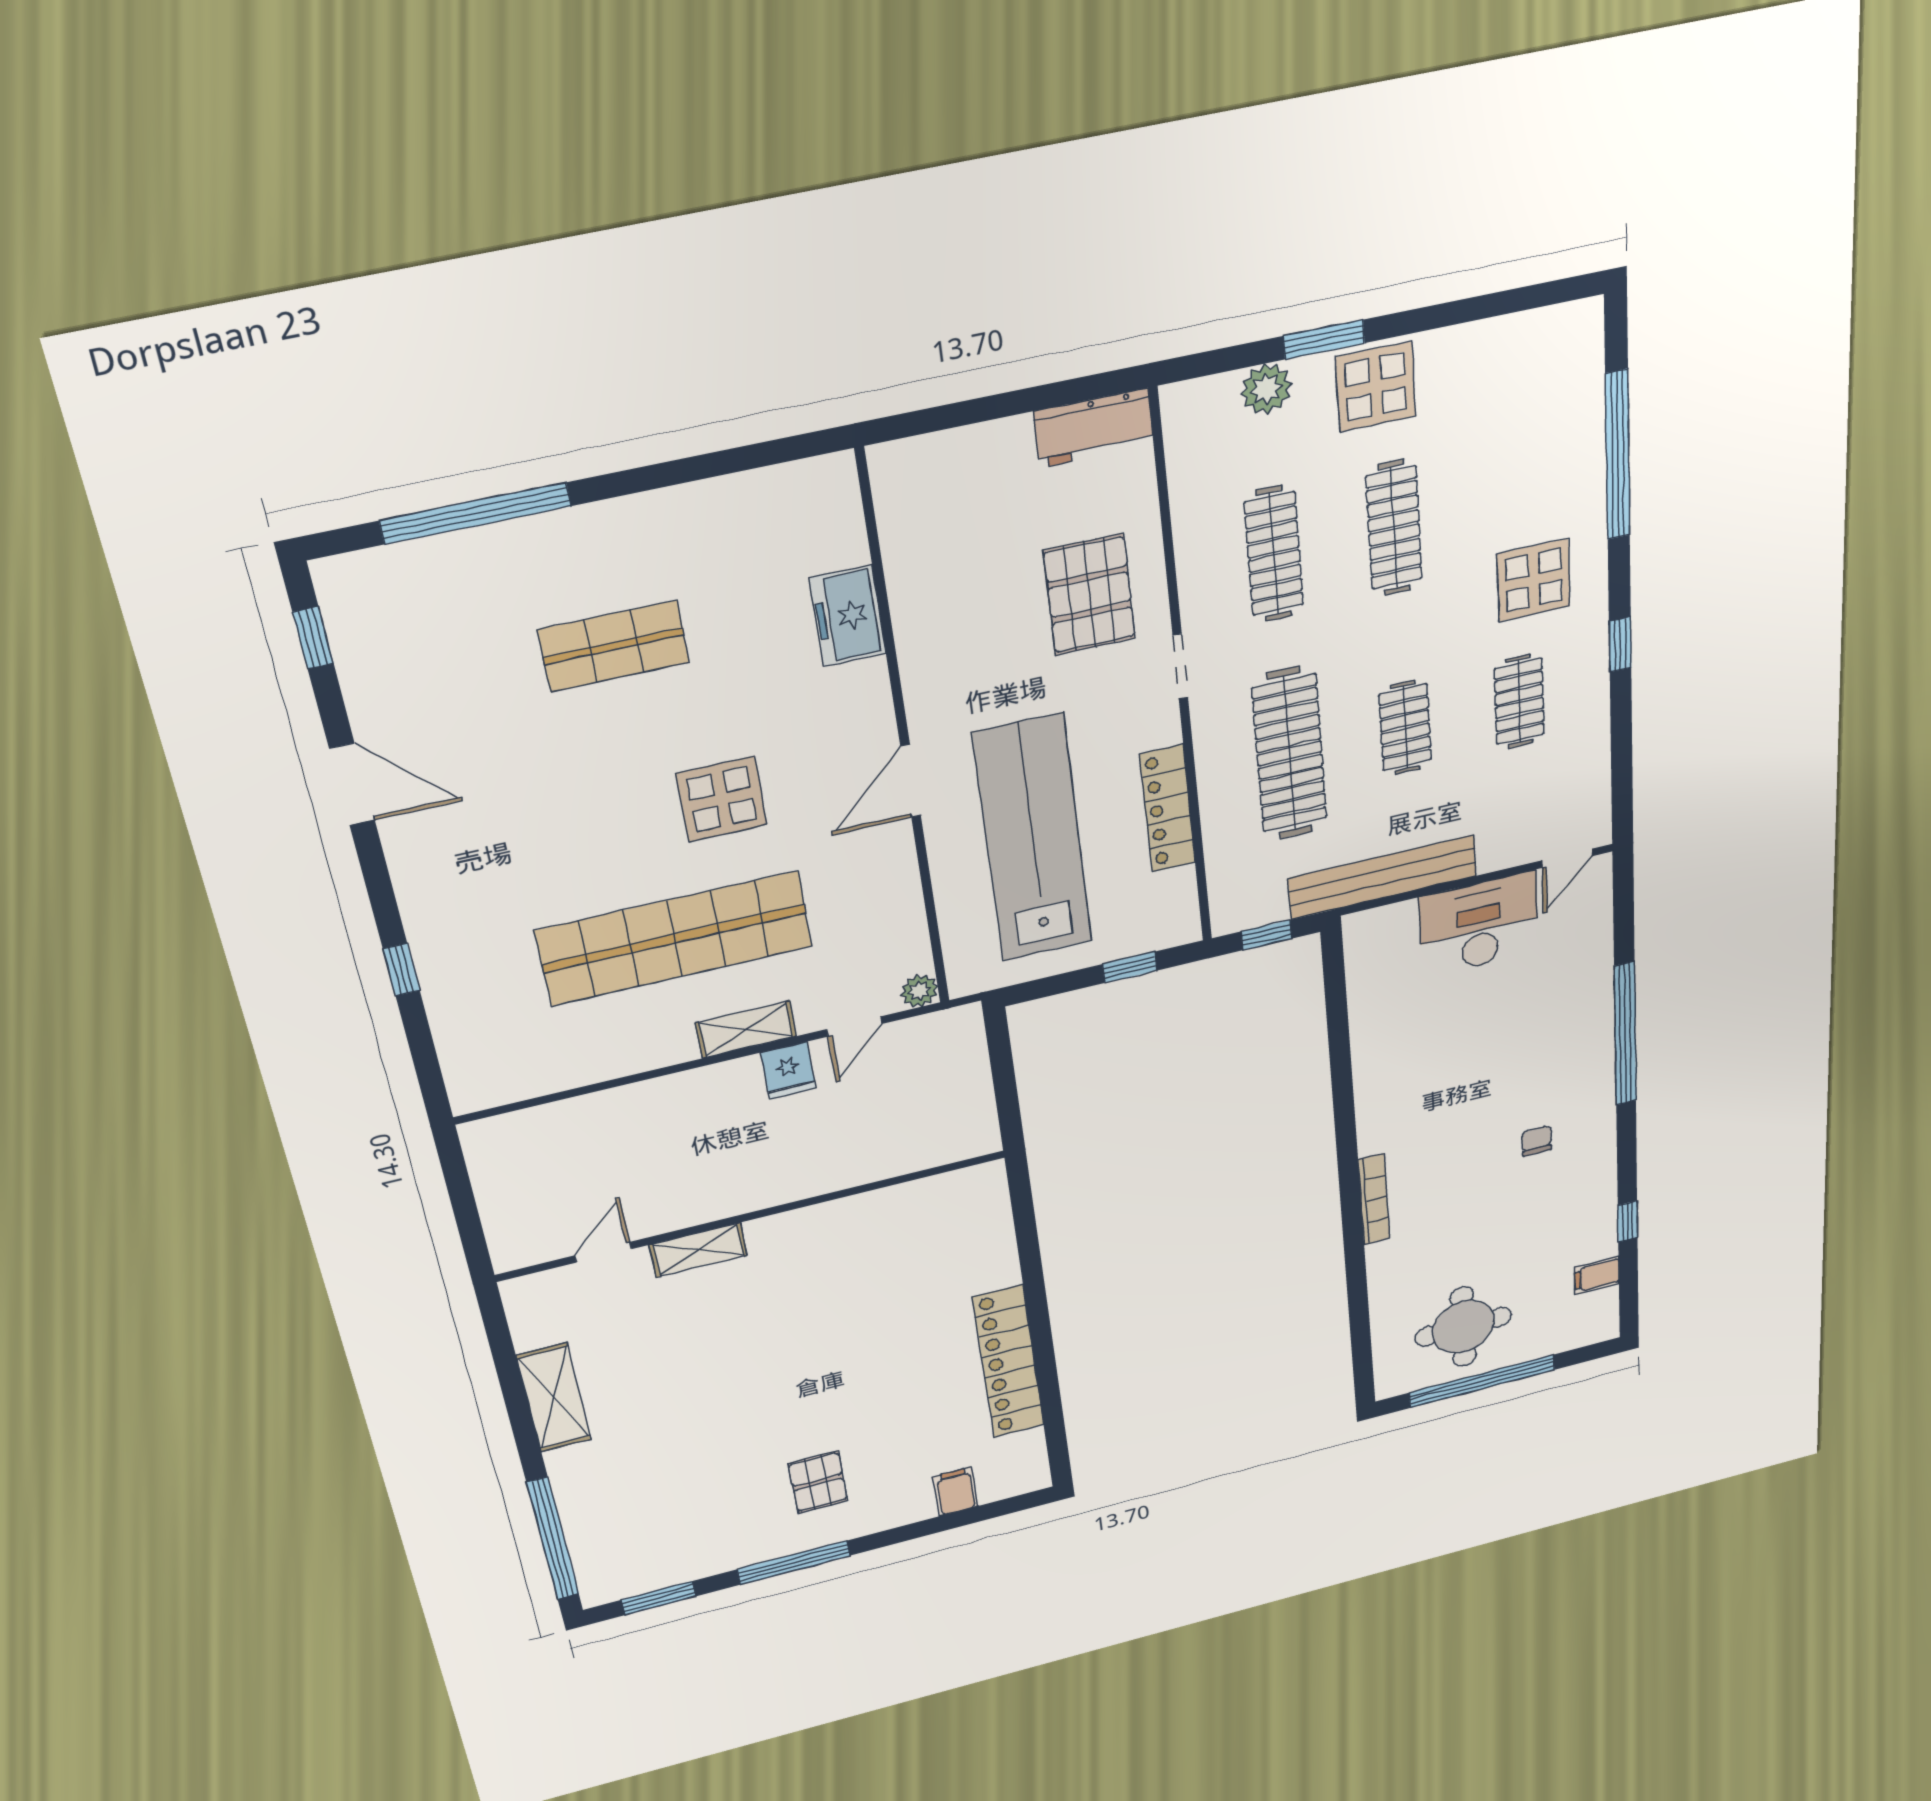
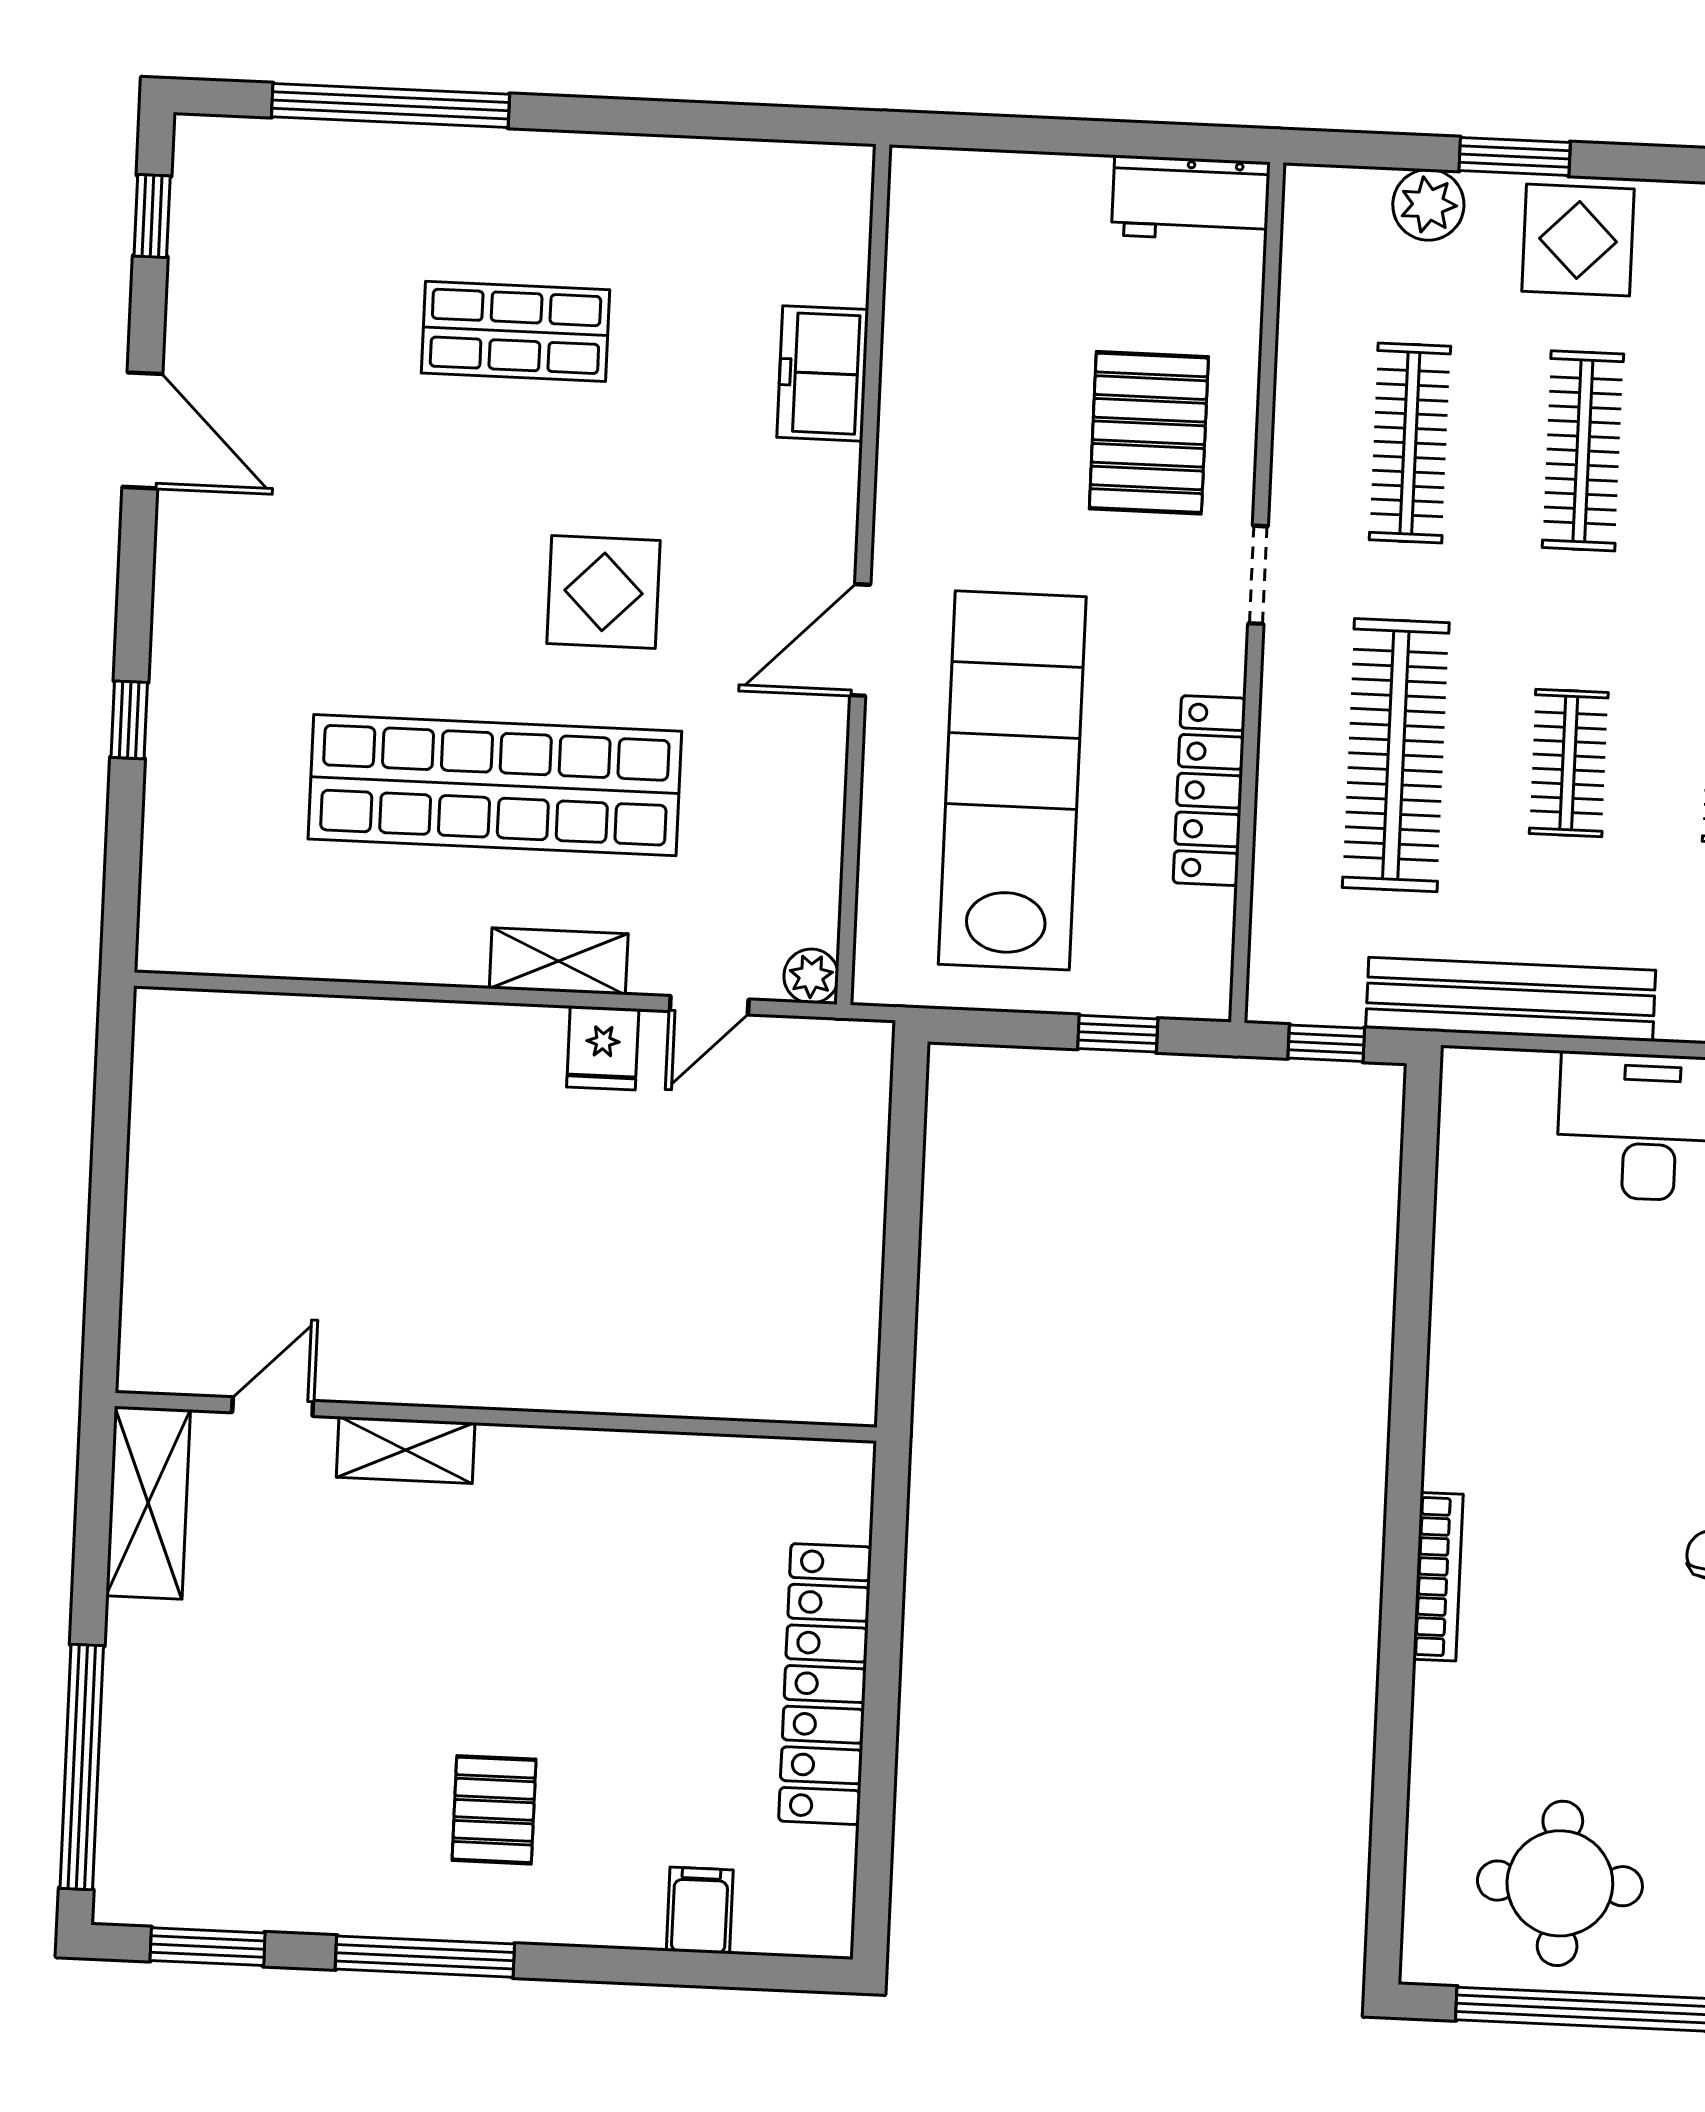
wall: (753, 1216) -> (496, 1417), moved
shelving: (698, 1250) -> (406, 1450), moved
door: (603, 1252) -> (273, 1407), moved

